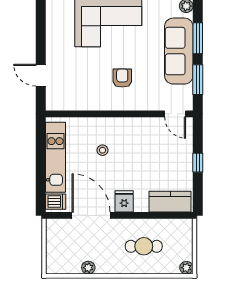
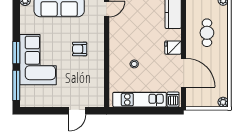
door: (91, 215) -> (184, 73), swing flipped
plant: (88, 268) -> (223, 102), moved

